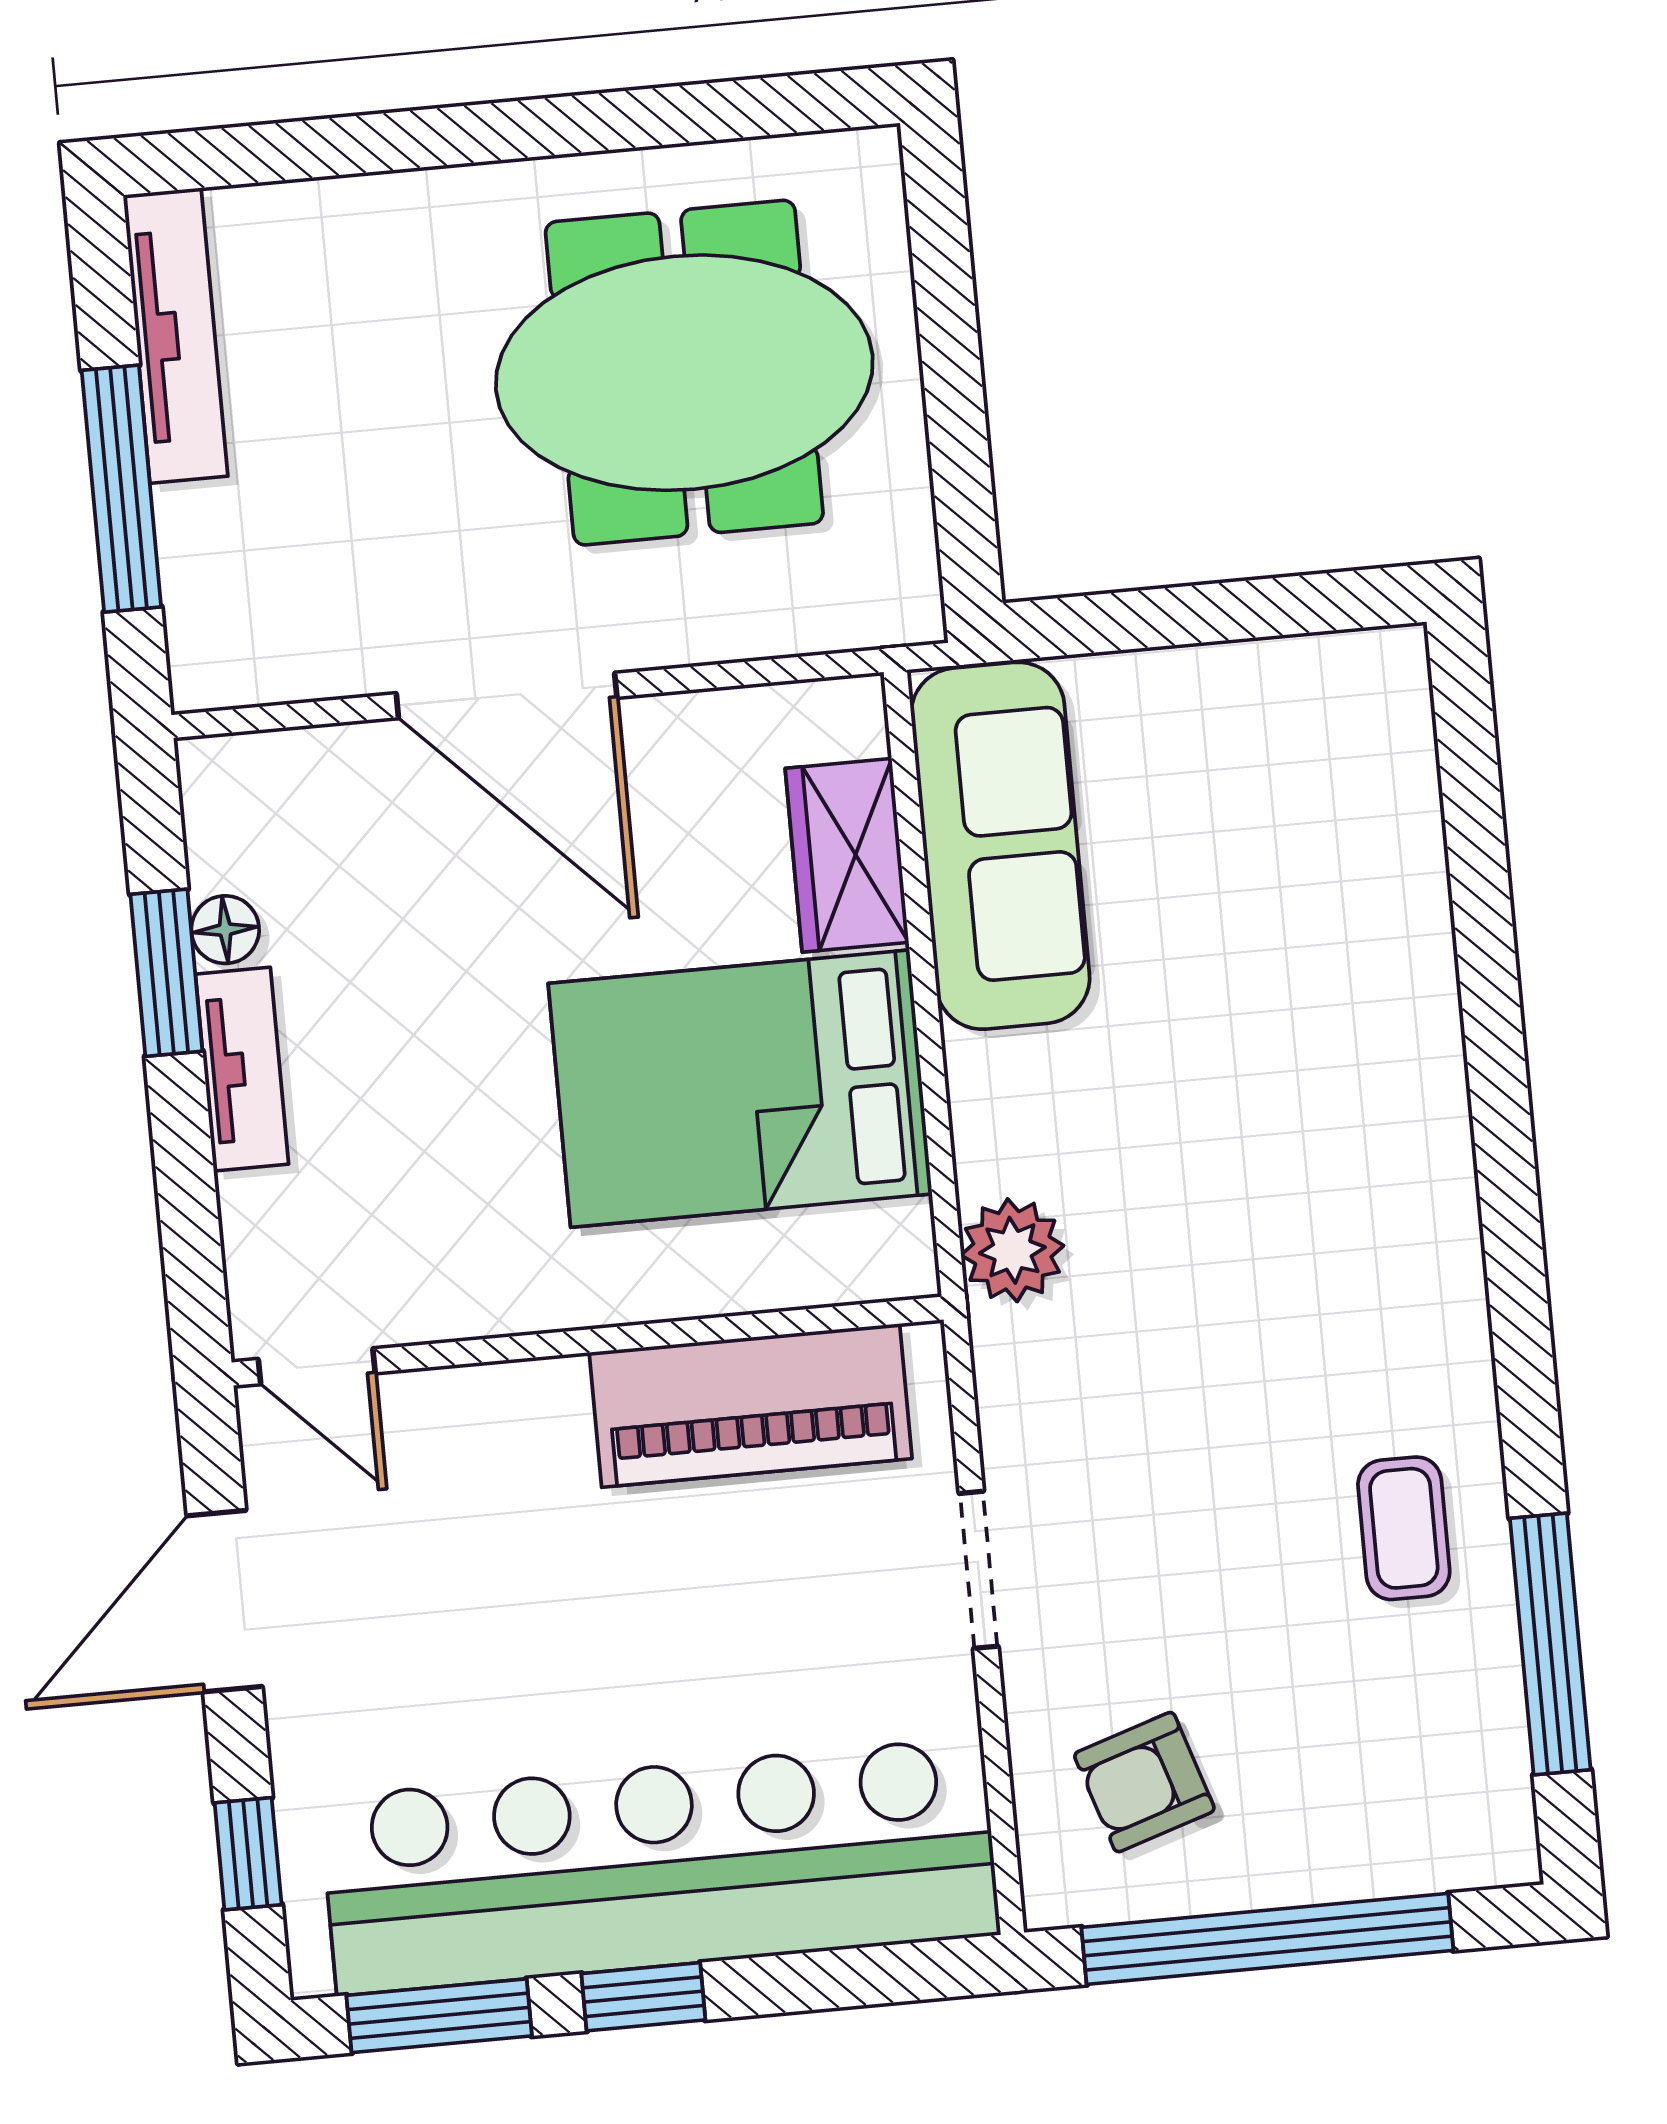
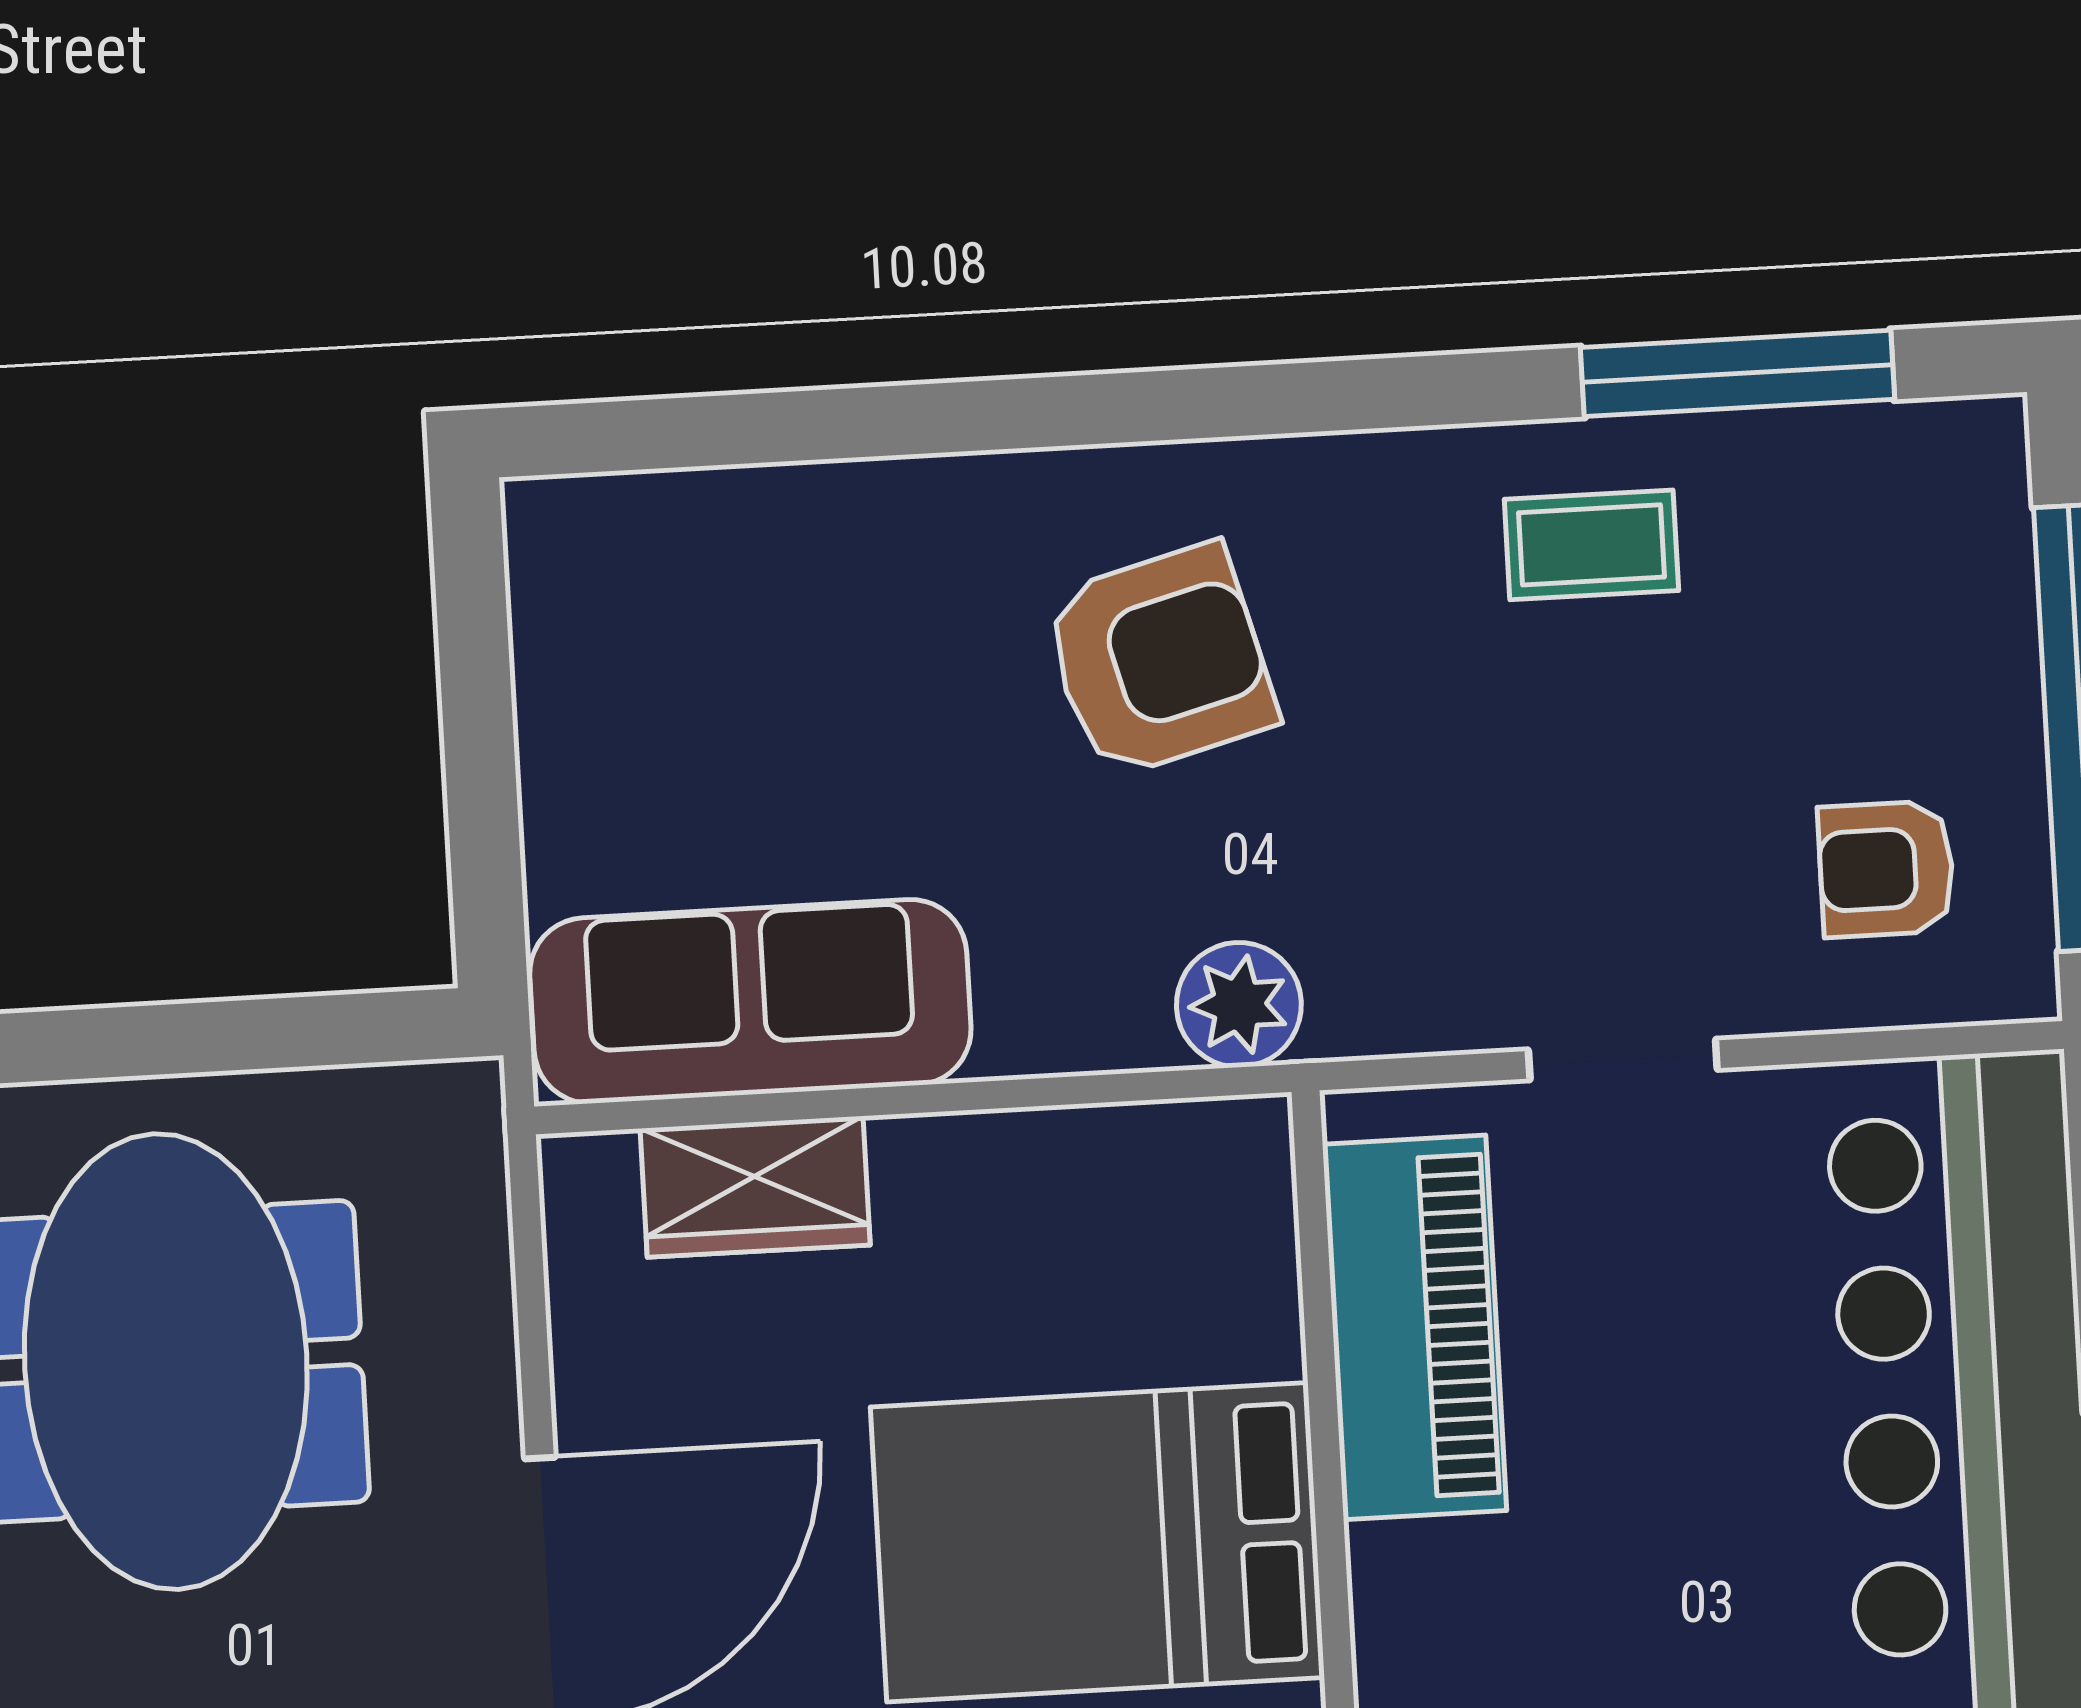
bed: (740, 1089) -> (1097, 1542), moved, turned 90
armchair: (1295, 1174) -> (1159, 661), added
armchair: (1144, 1782) -> (1886, 869), turned 108

